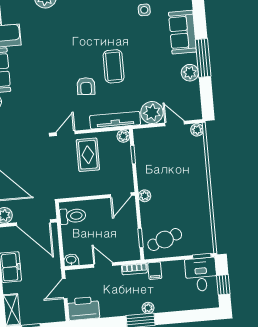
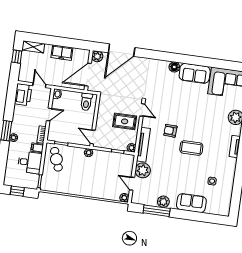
window: (203, 58) -> (157, 211), moved
coffee table: (114, 66) -> (191, 148), moved
door: (175, 123) -> (132, 184), swing flipped
desk: (201, 275) -> (30, 162), moved

